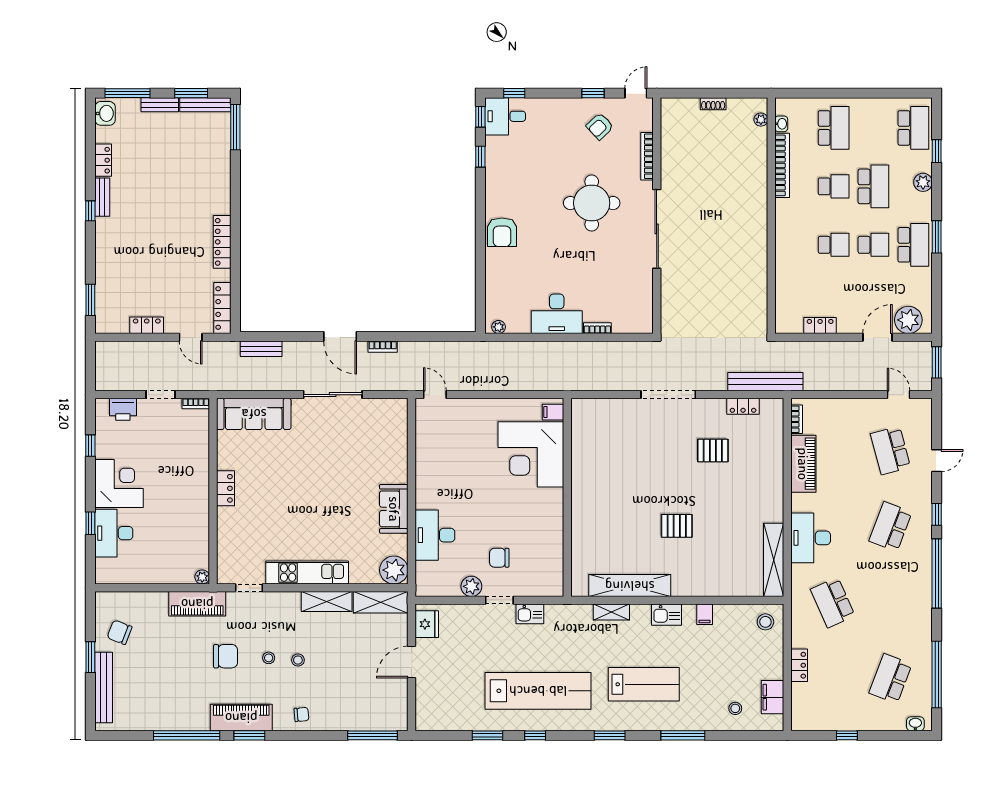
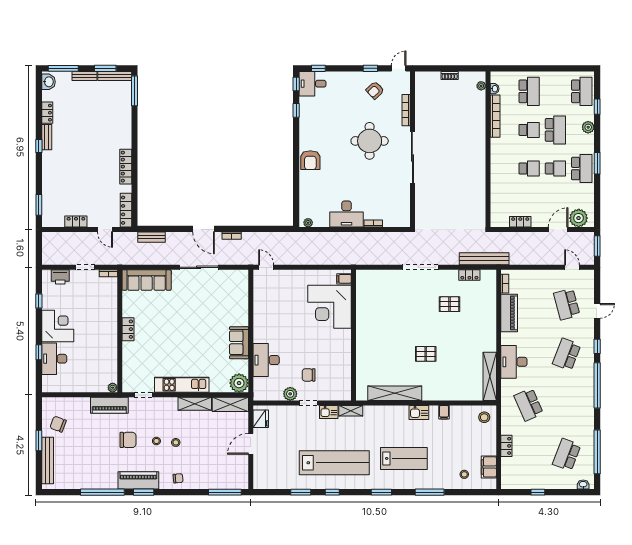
shelving: (611, 612) -> (351, 411), moved

